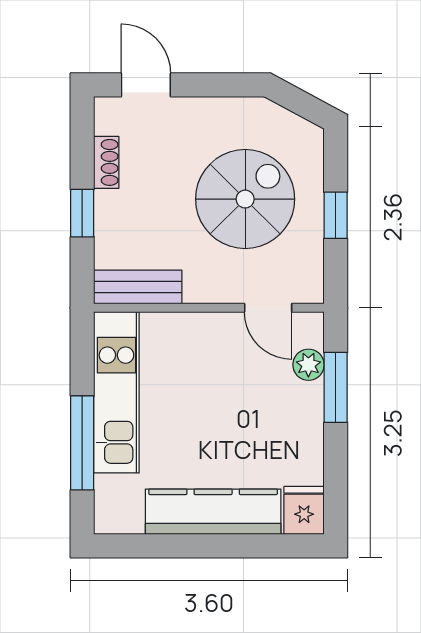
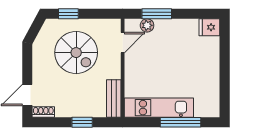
shoe rack: (106, 162) -> (43, 112), moved
spiral stairs: (245, 199) -> (76, 53), turned 180
window: (336, 215) -> (68, 14), moved
kitchen counter: (213, 512) -> (210, 66), removed

